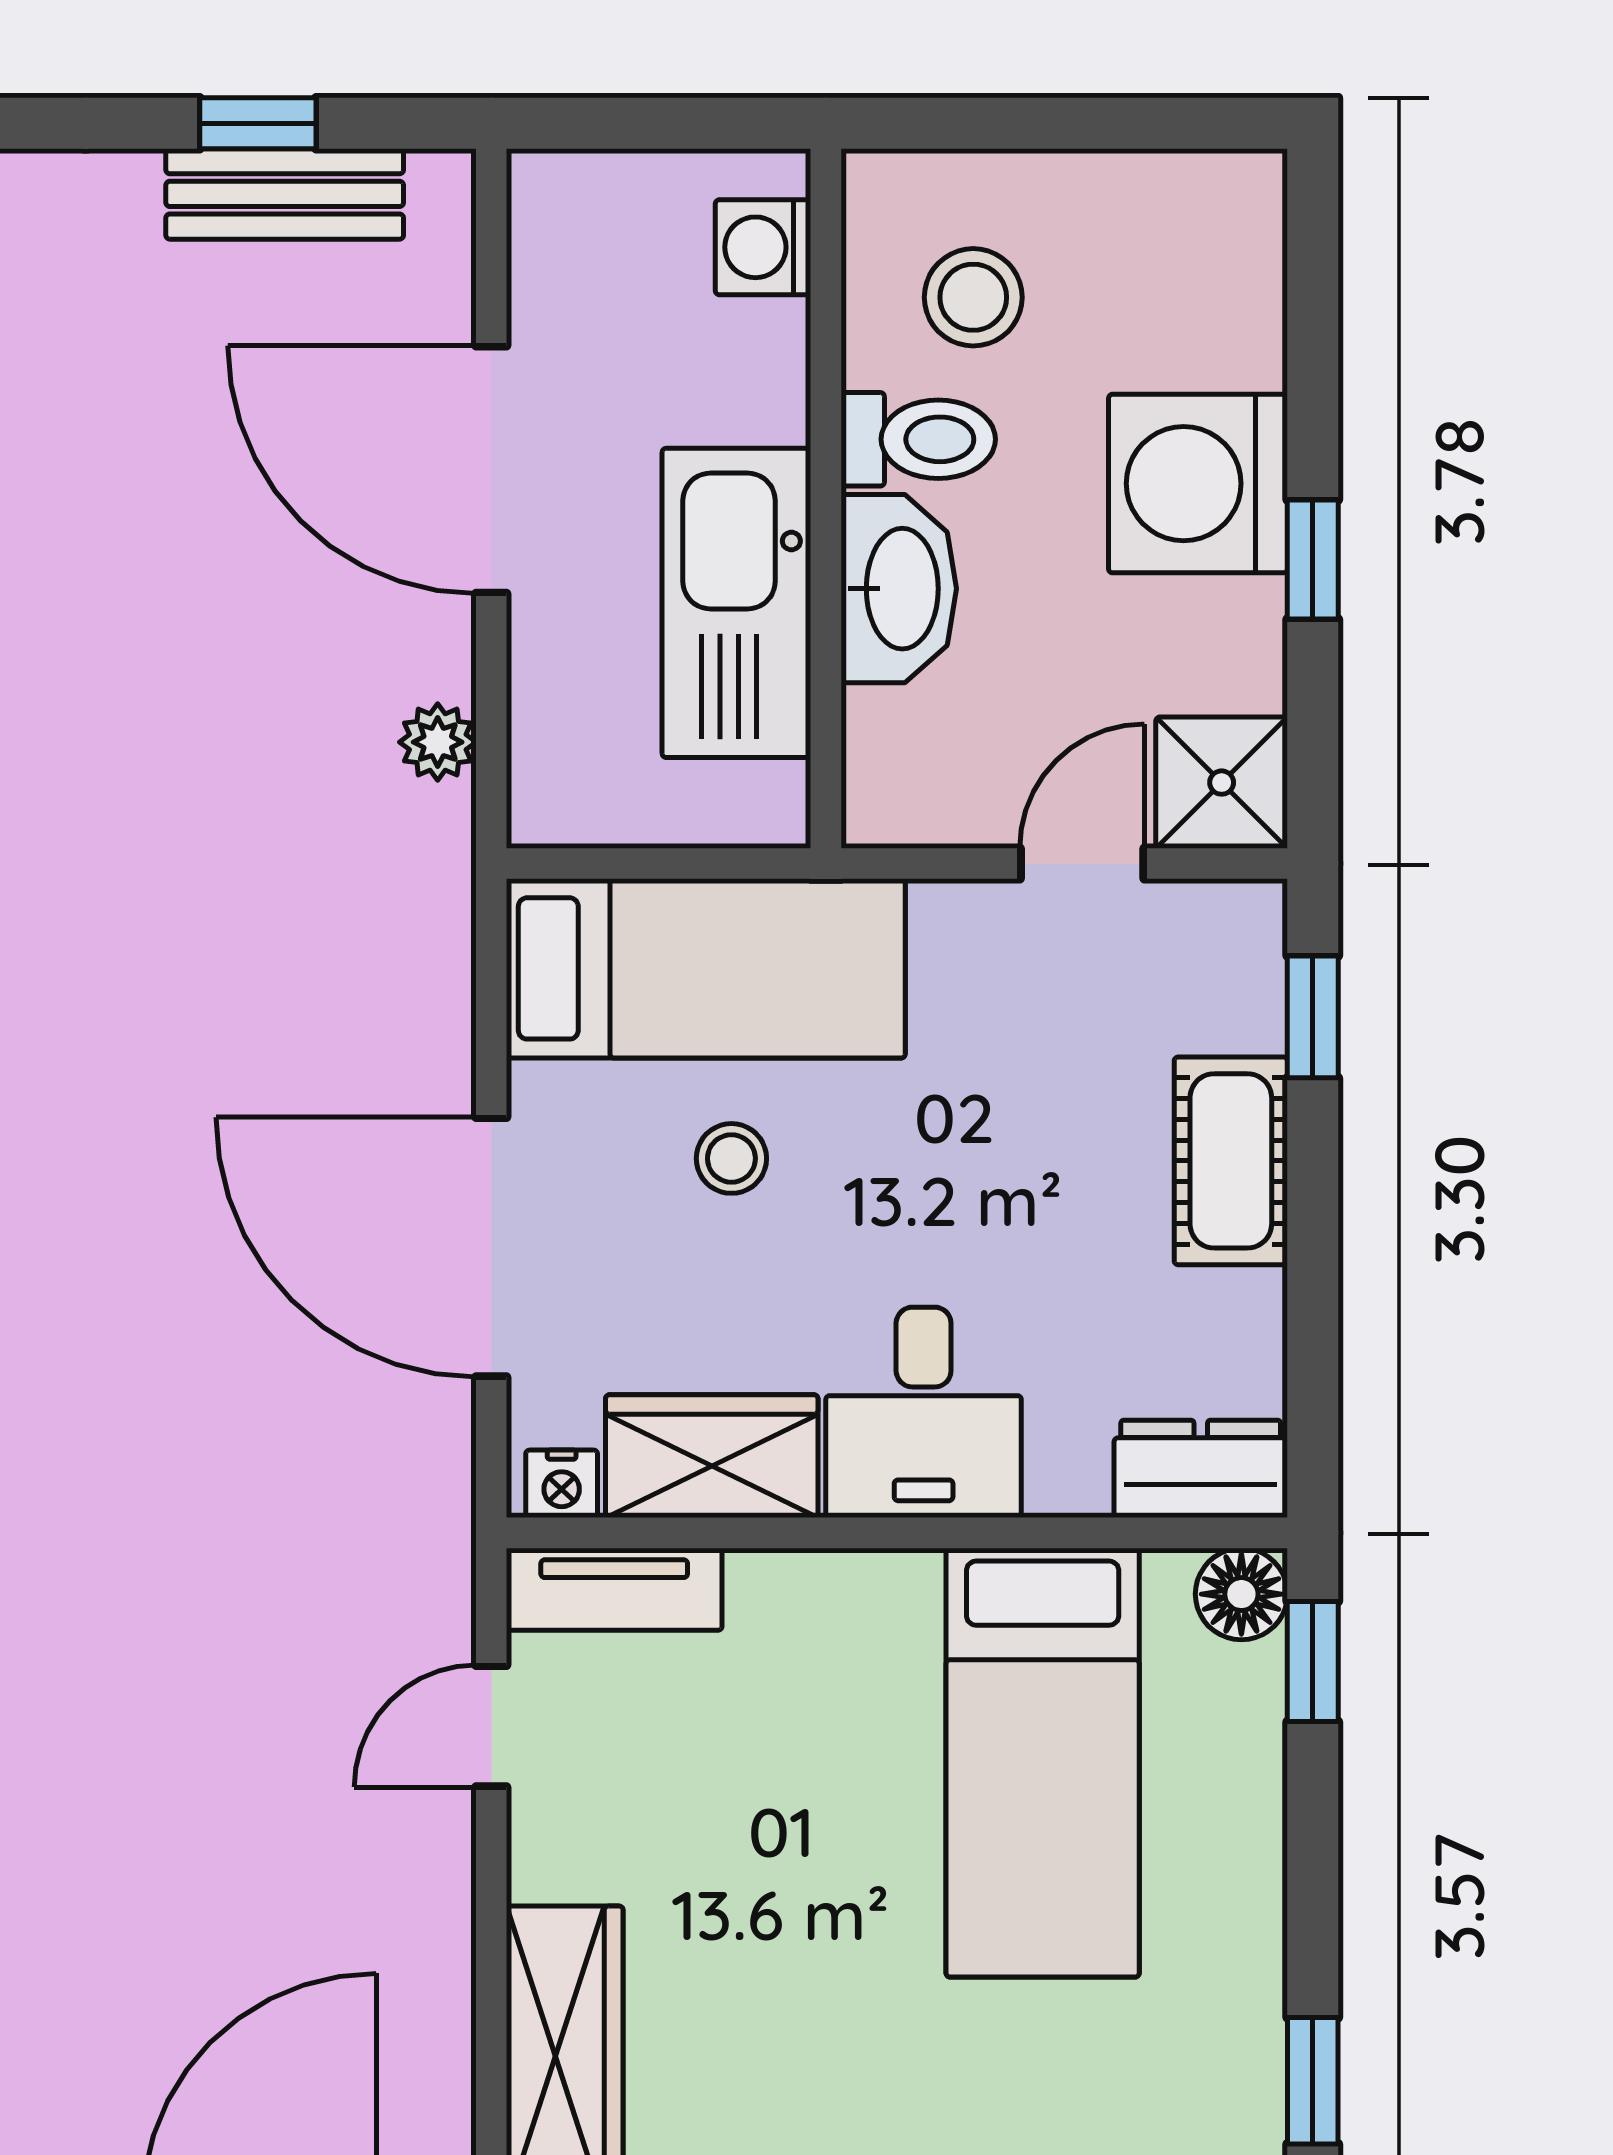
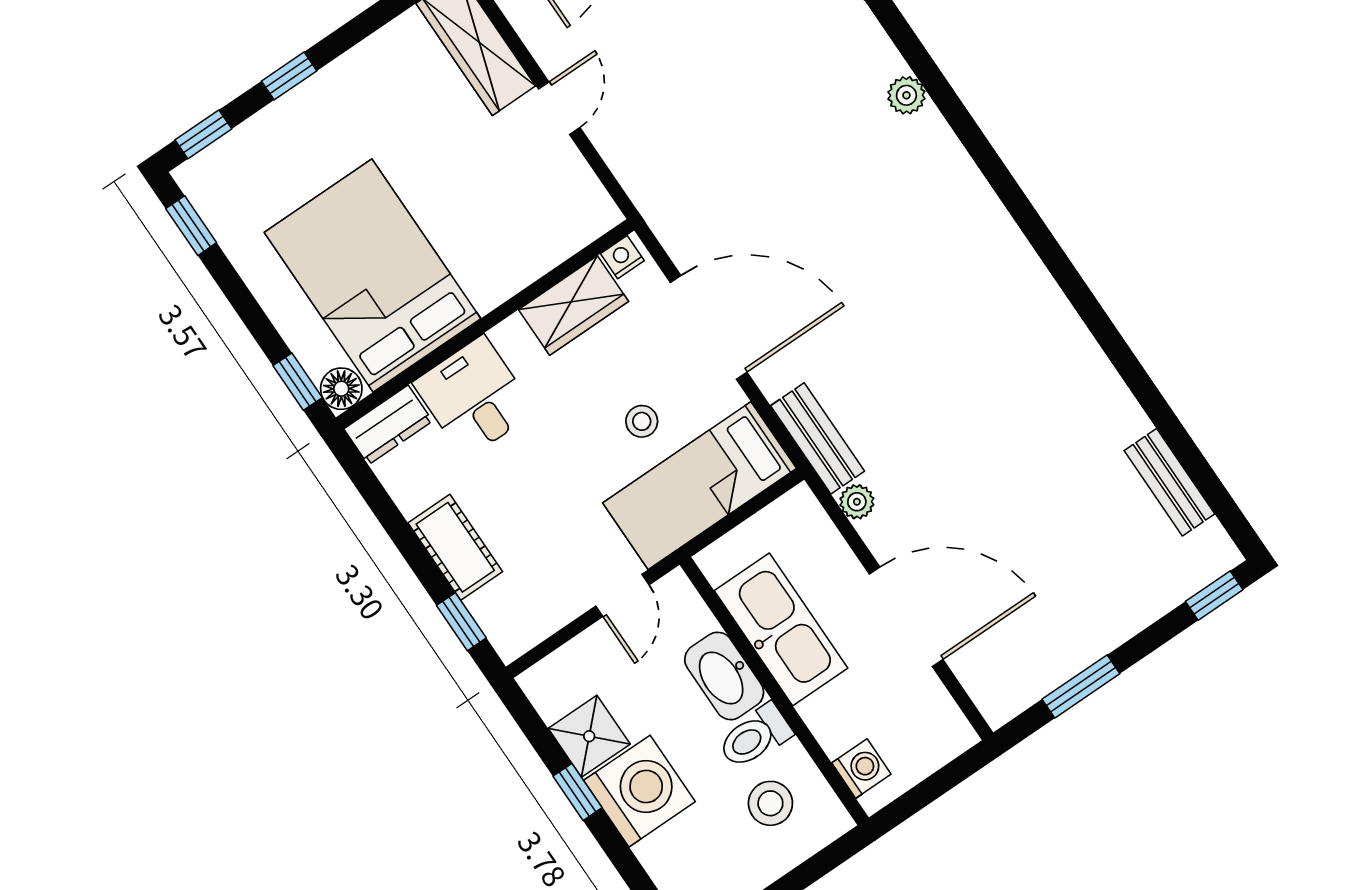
window: (258, 123) -> (1081, 686), width x1.50
bench: (285, 194) -> (818, 438), moved, turned 90
shower: (1222, 783) -> (589, 736), moved
door: (1082, 864) -> (622, 595), moved
desk: (924, 1412) -> (474, 397), moved
tv unit: (614, 1589) -> (576, 231), removed
door: (491, 1726) -> (559, 108), moved
bed: (1043, 1763) -> (373, 275), width x1.50

